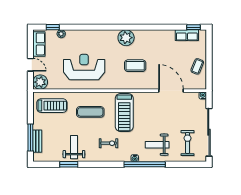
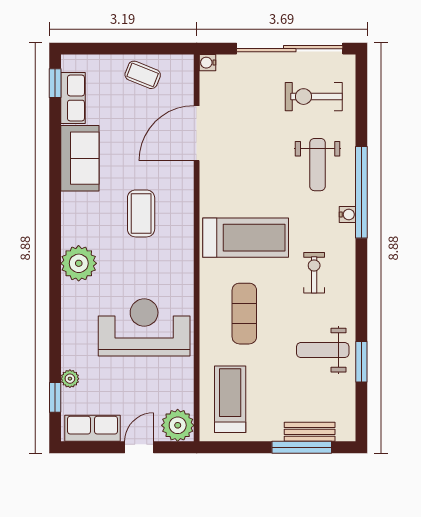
plant: (126, 38) -> (79, 263), moved
sofa: (160, 38) -> (80, 158), added
reception desk: (84, 67) -> (144, 327), turned 90

